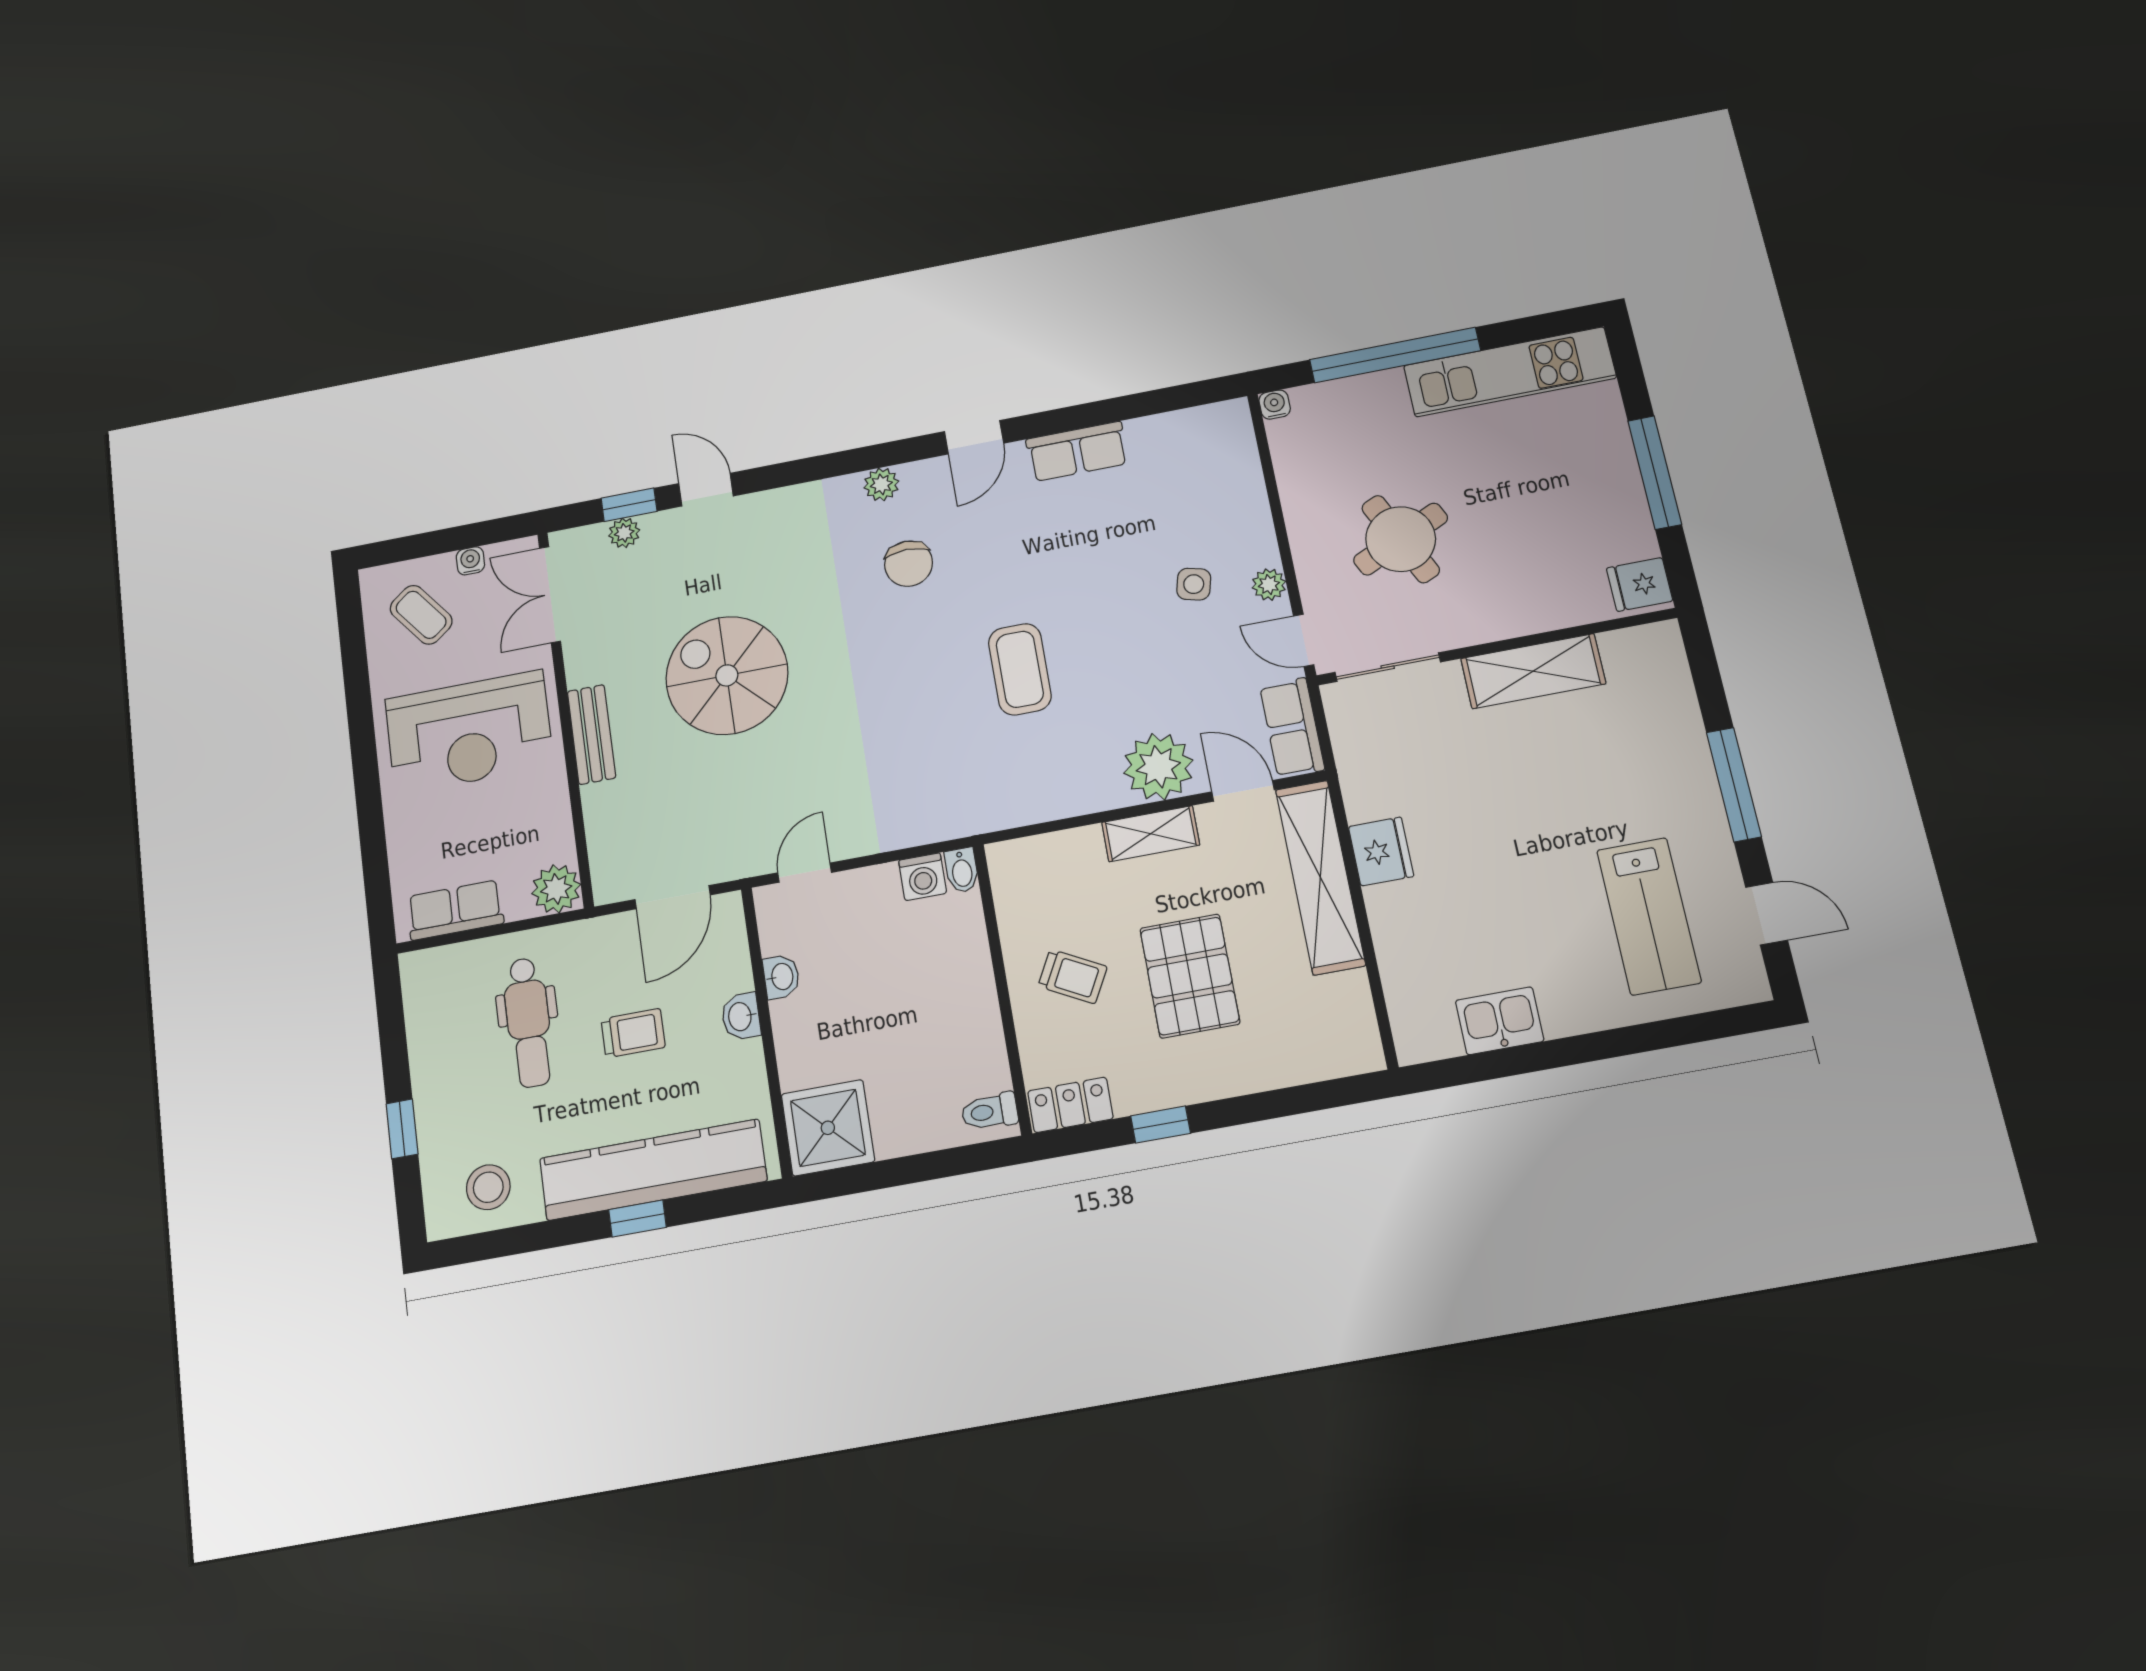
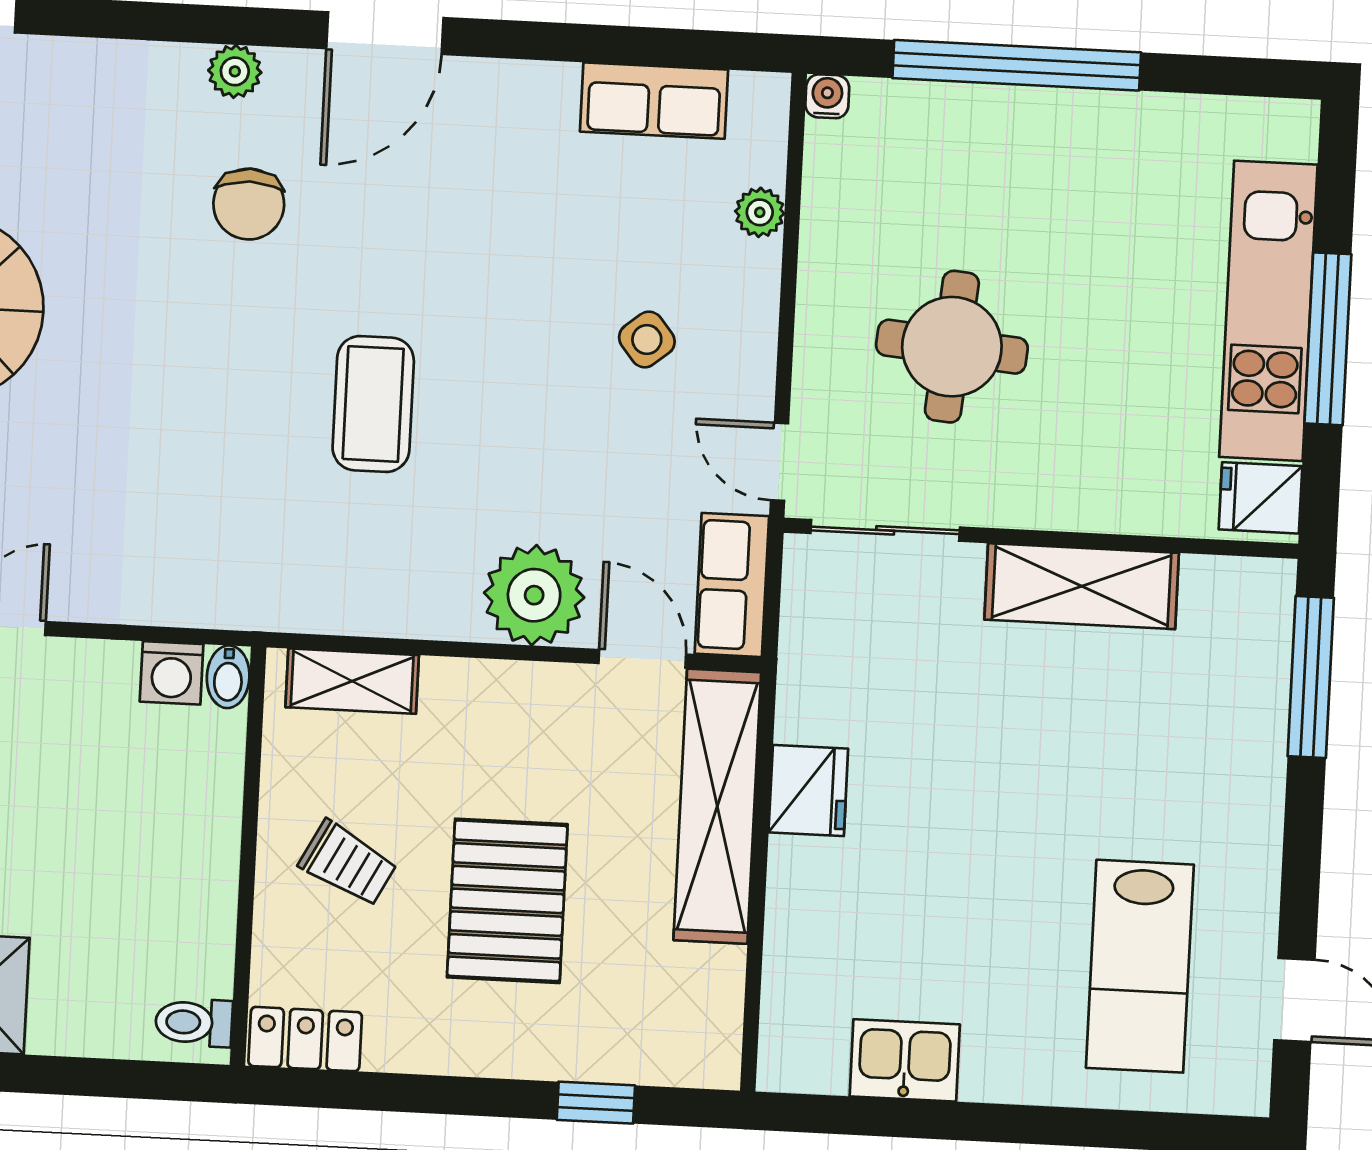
kitchen unit: (1510, 372) -> (1268, 311), moved, turned 90
door: (974, 437) -> (385, 33), width x1.38
row of seats: (1077, 451) -> (654, 101), moved
round table: (1401, 539) -> (952, 347), turned 30
side table: (1194, 584) -> (647, 339), turned 37
plant: (1269, 585) -> (760, 212), moved
window: (1734, 785) -> (1311, 677), moved
shelving: (1151, 834) -> (352, 681), moved
window: (1161, 1124) -> (596, 1103), moved

